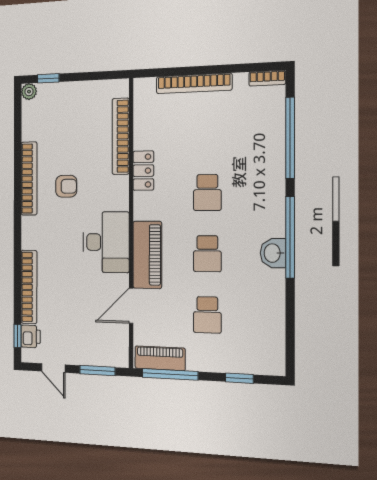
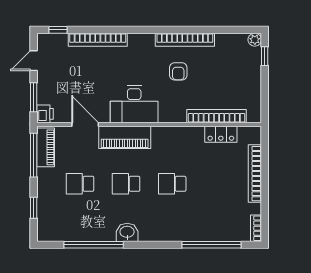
locker: (143, 171) -> (221, 134), moved
window: (290, 237) -> (94, 245), moved
printer: (31, 336) -> (45, 114), moved, turned -90

